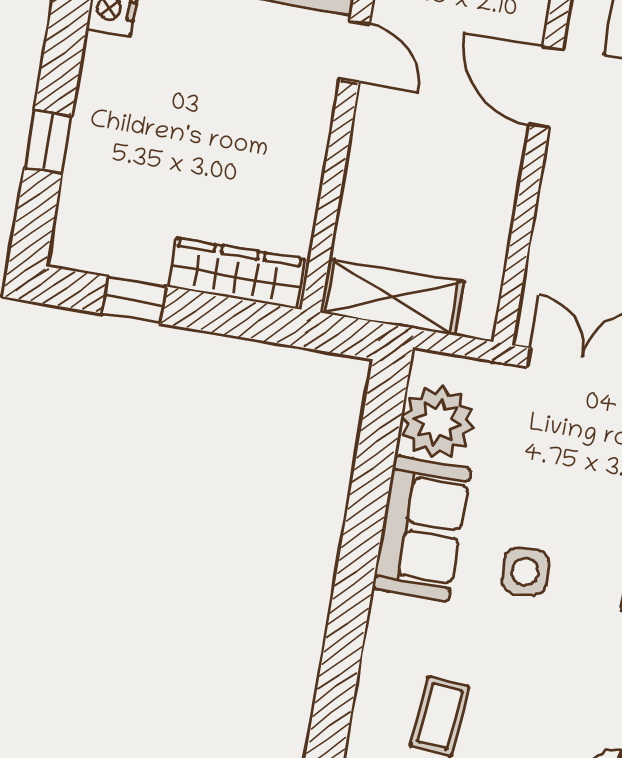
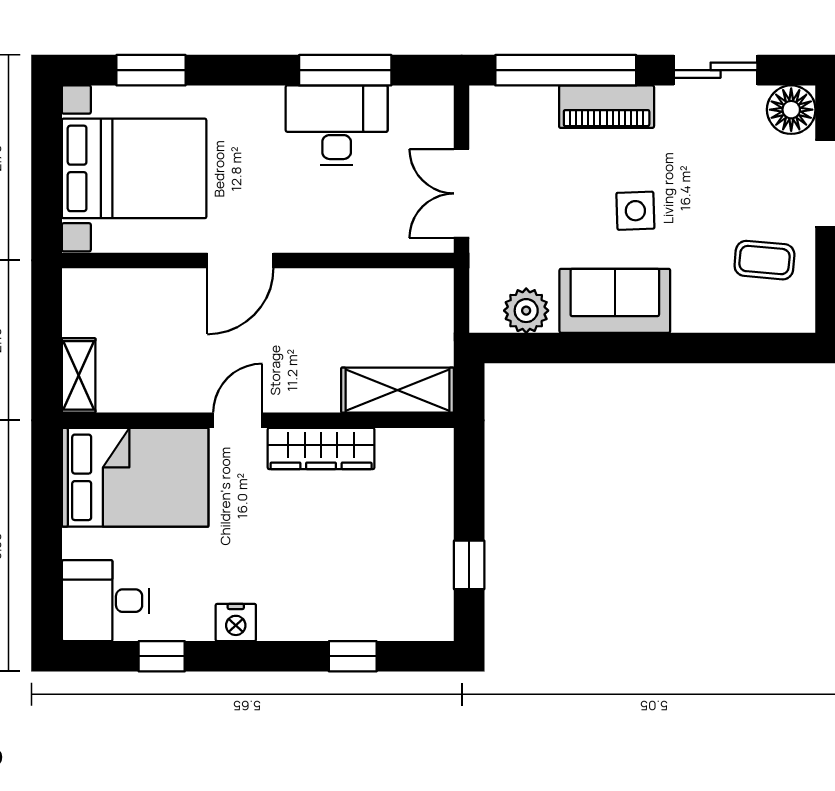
wardrobe: (236, 273) -> (321, 449), moved, turned -90
shelving: (392, 297) -> (398, 390), moved, turned 90
plant: (437, 422) -> (526, 311), width x0.73, depth x0.73

